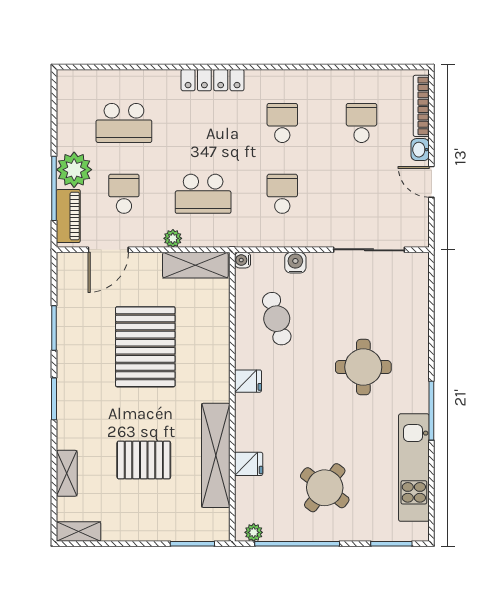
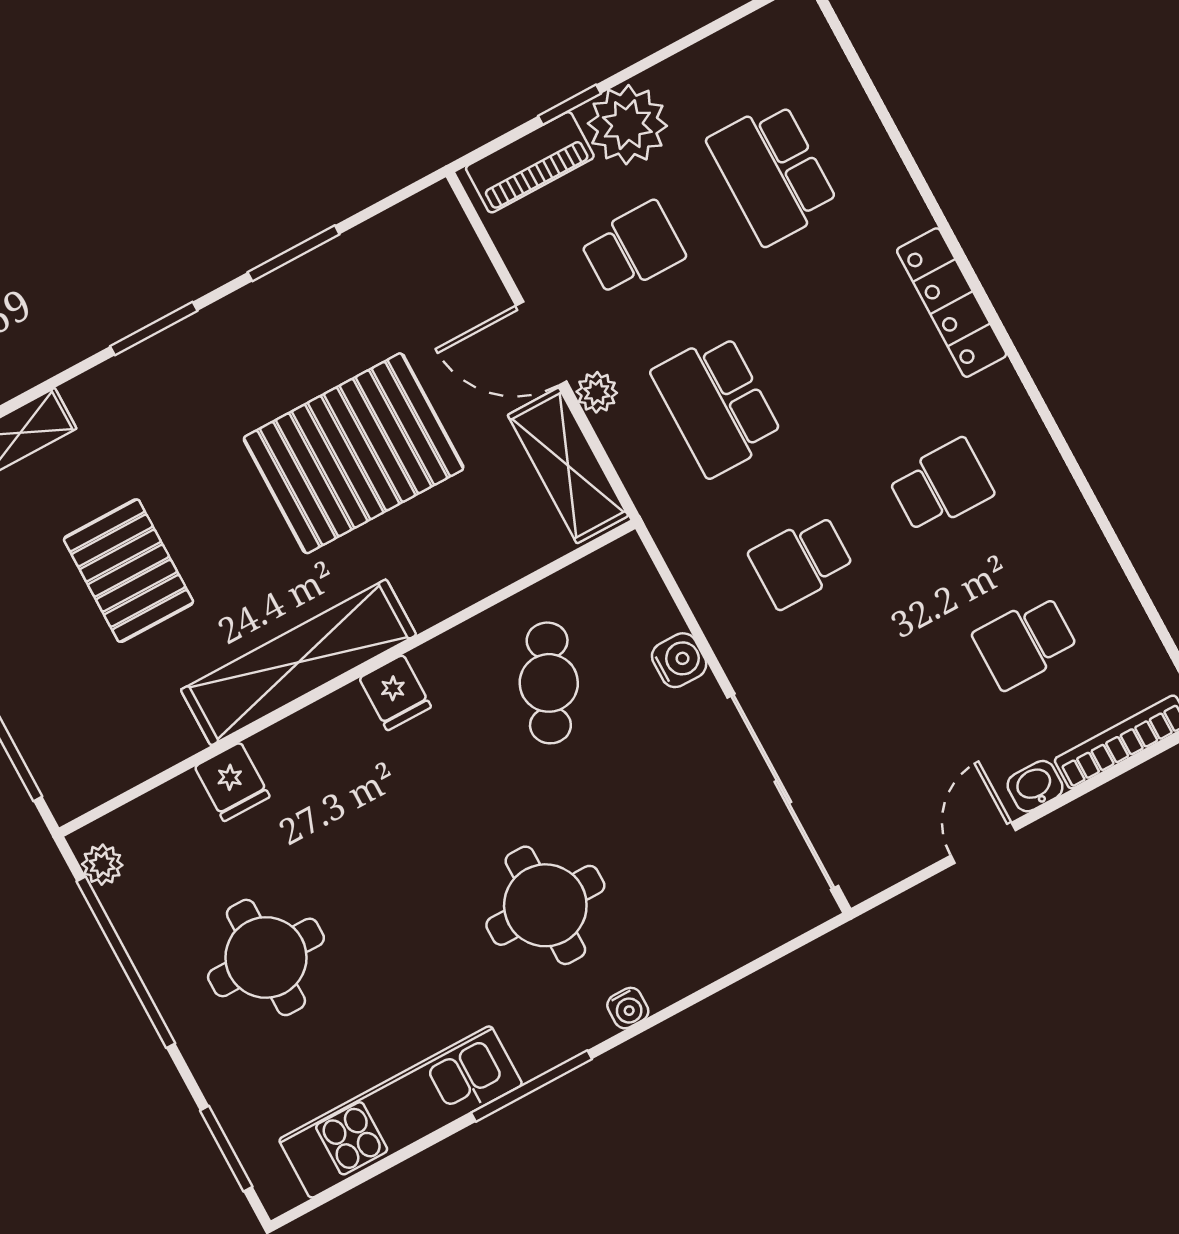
school desk: (361, 123) -> (1025, 642), turned 180
window: (54, 188) -> (569, 105), width x0.46
school desk: (282, 194) -> (801, 561), turned 180
door: (108, 250) -> (541, 343), moved
sliding door: (369, 250) -> (783, 792), width x1.36
water cooler: (243, 260) -> (628, 1008), moved, turned 180
cafe table: (277, 319) -> (549, 683), turned -48
shelving: (216, 455) -> (298, 662), moved
round table: (325, 488) -> (266, 957), turned -37

